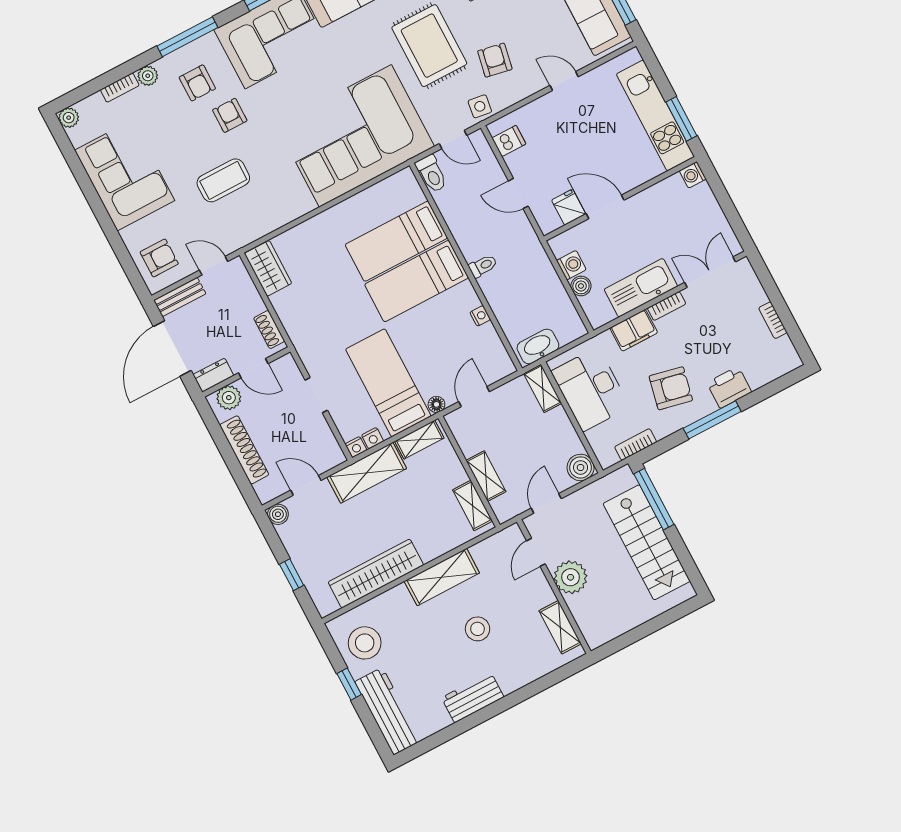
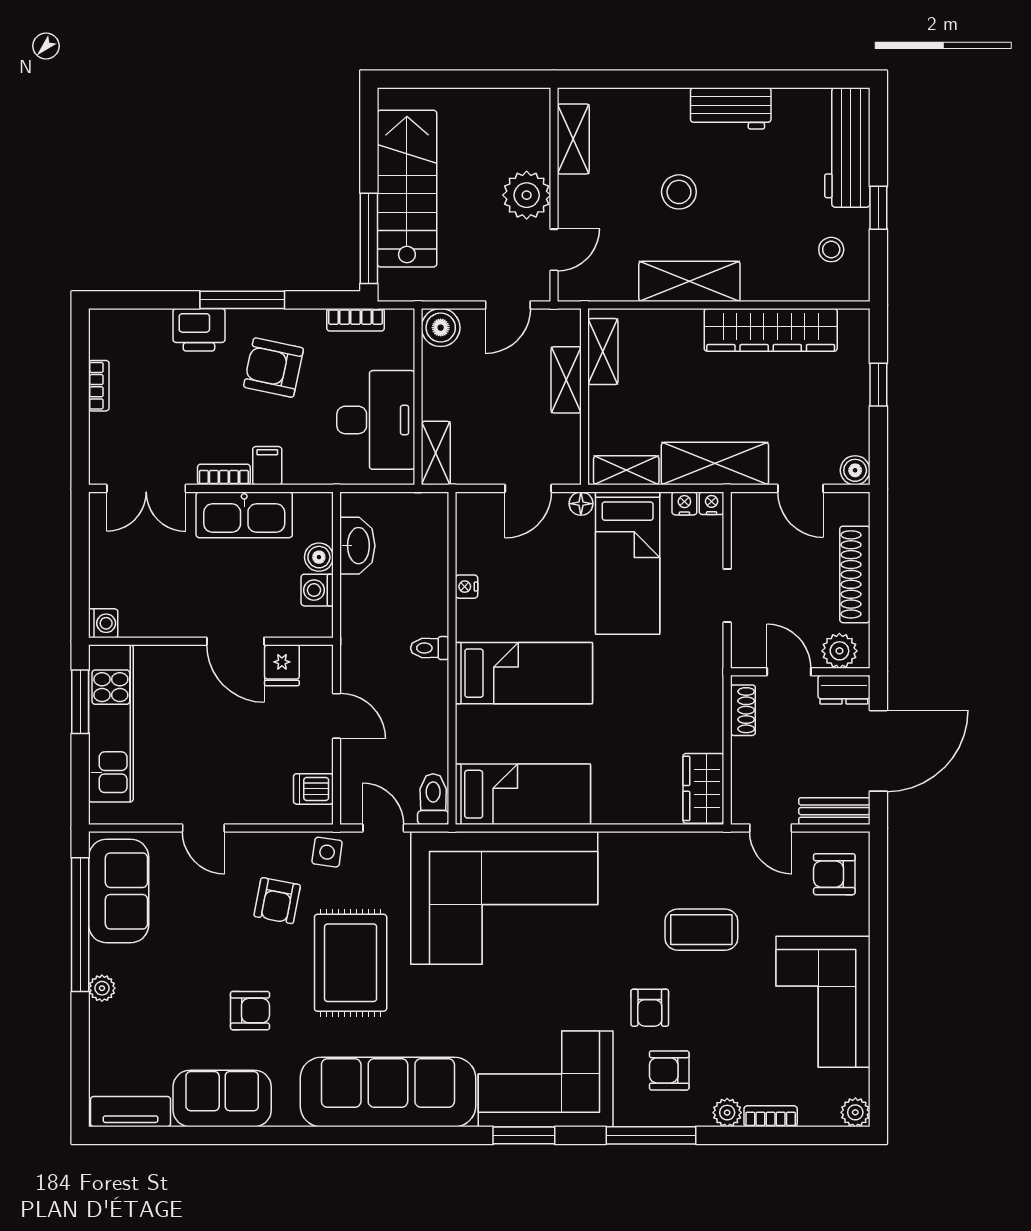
armchair: (197, 83) -> (669, 1070), turned -90
bed: (396, 241) -> (523, 794), moved
filing cabinet: (634, 330) -> (267, 466), width x0.50
washbasin: (538, 347) -> (357, 546), moved, turned -90
stool: (365, 643) -> (831, 250), width x0.53, depth x0.53

